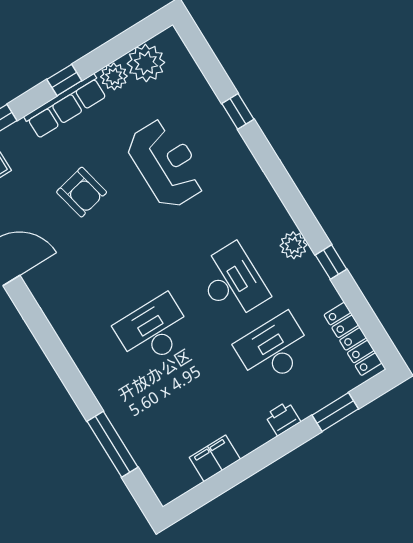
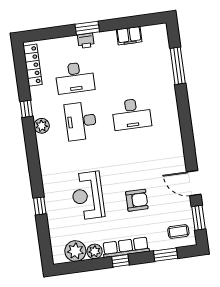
armchair: (82, 192) -> (137, 200), turned 103
window: (335, 412) -> (87, 28), moved

